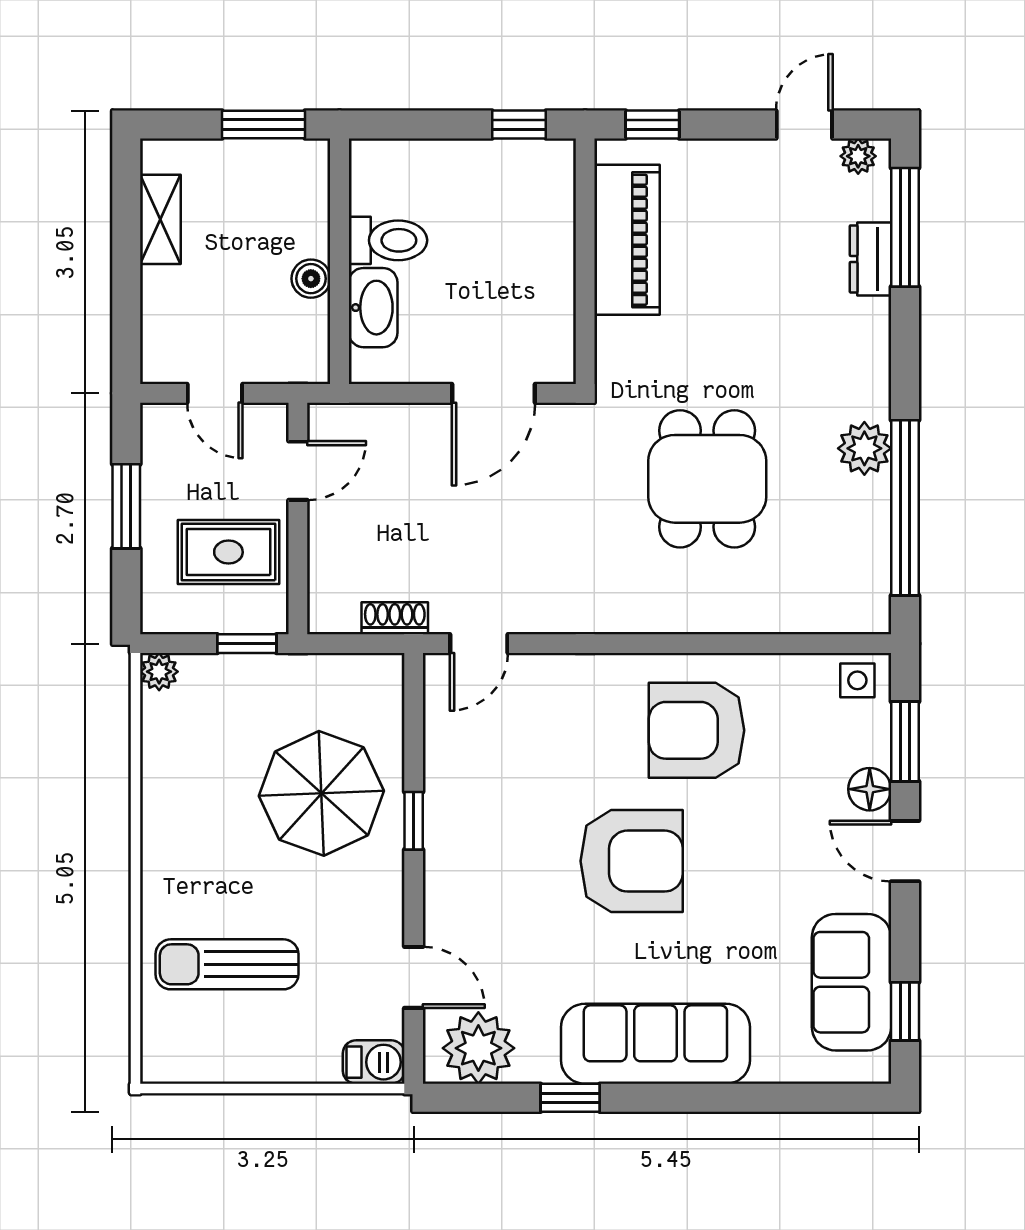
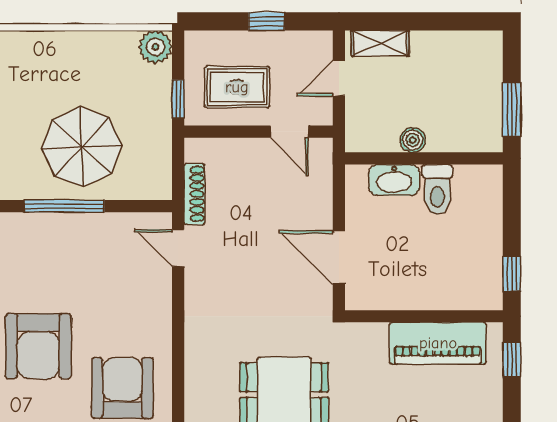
shelving: (160, 219) -> (380, 43), moved
window: (126, 506) -> (266, 21), width x0.67
rug: (228, 552) -> (237, 87), turned 90
shoe rack: (395, 618) -> (194, 194), width x1.43
plant: (159, 672) -> (155, 47), width x1.38, depth x1.38
window: (414, 821) -> (64, 206), width x2.17

